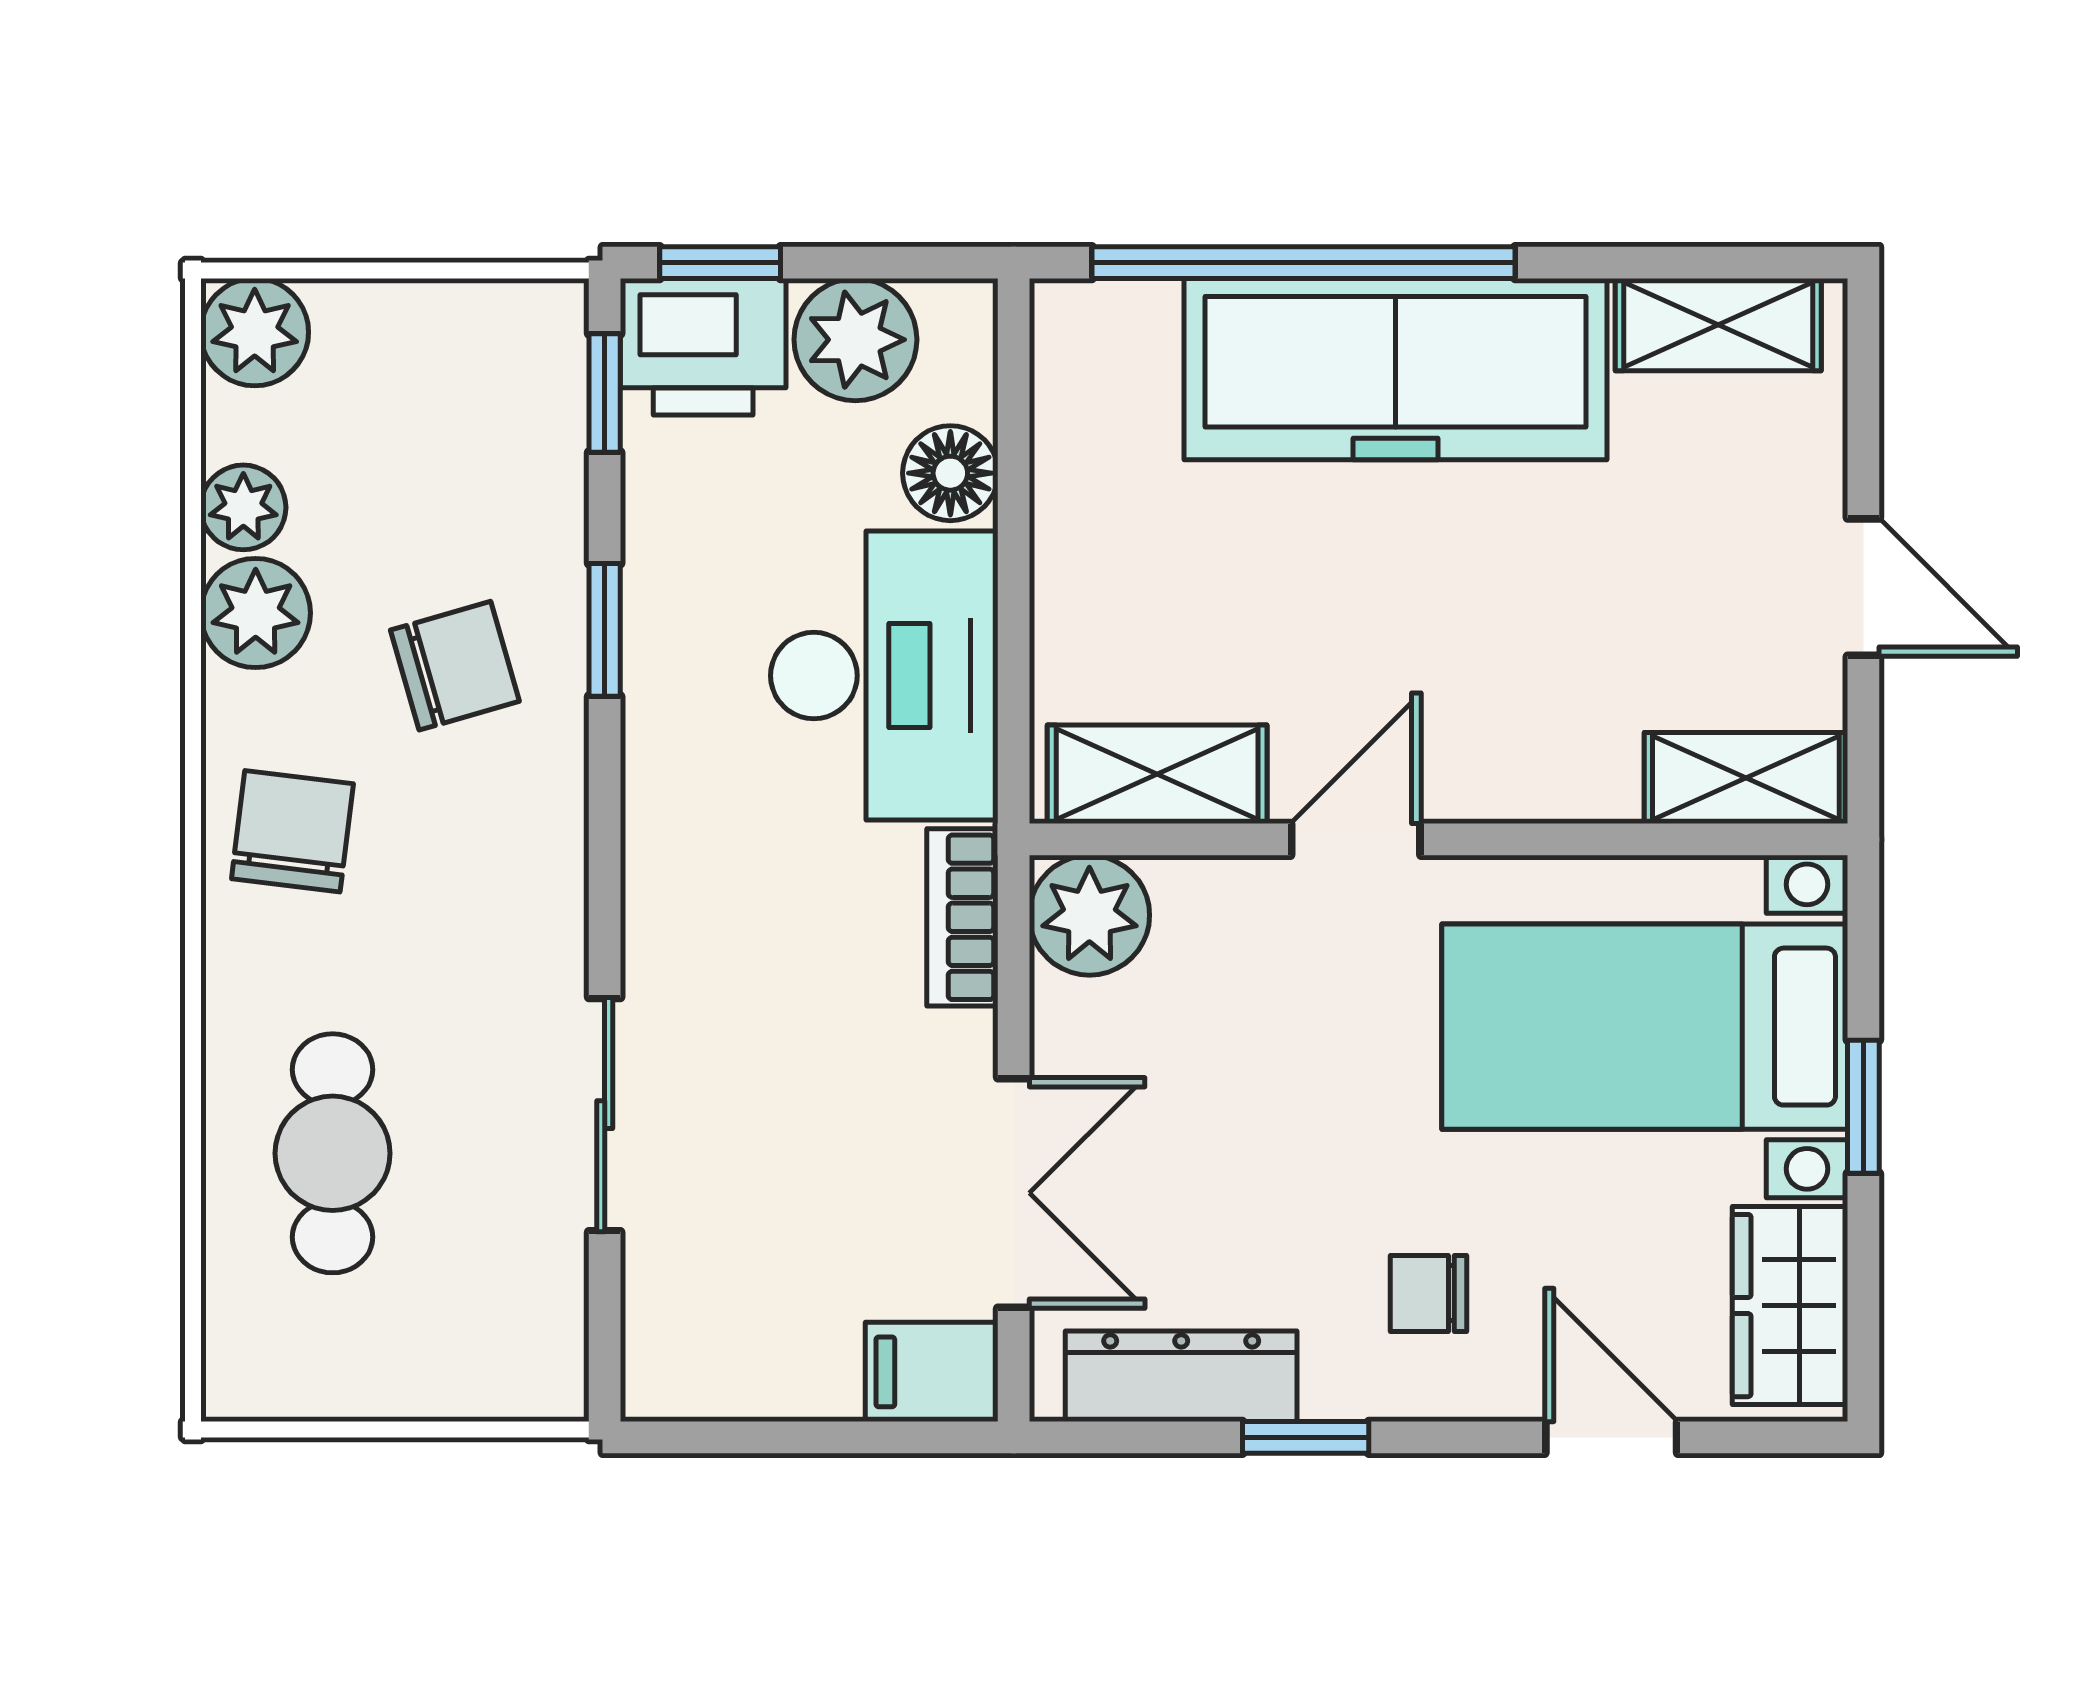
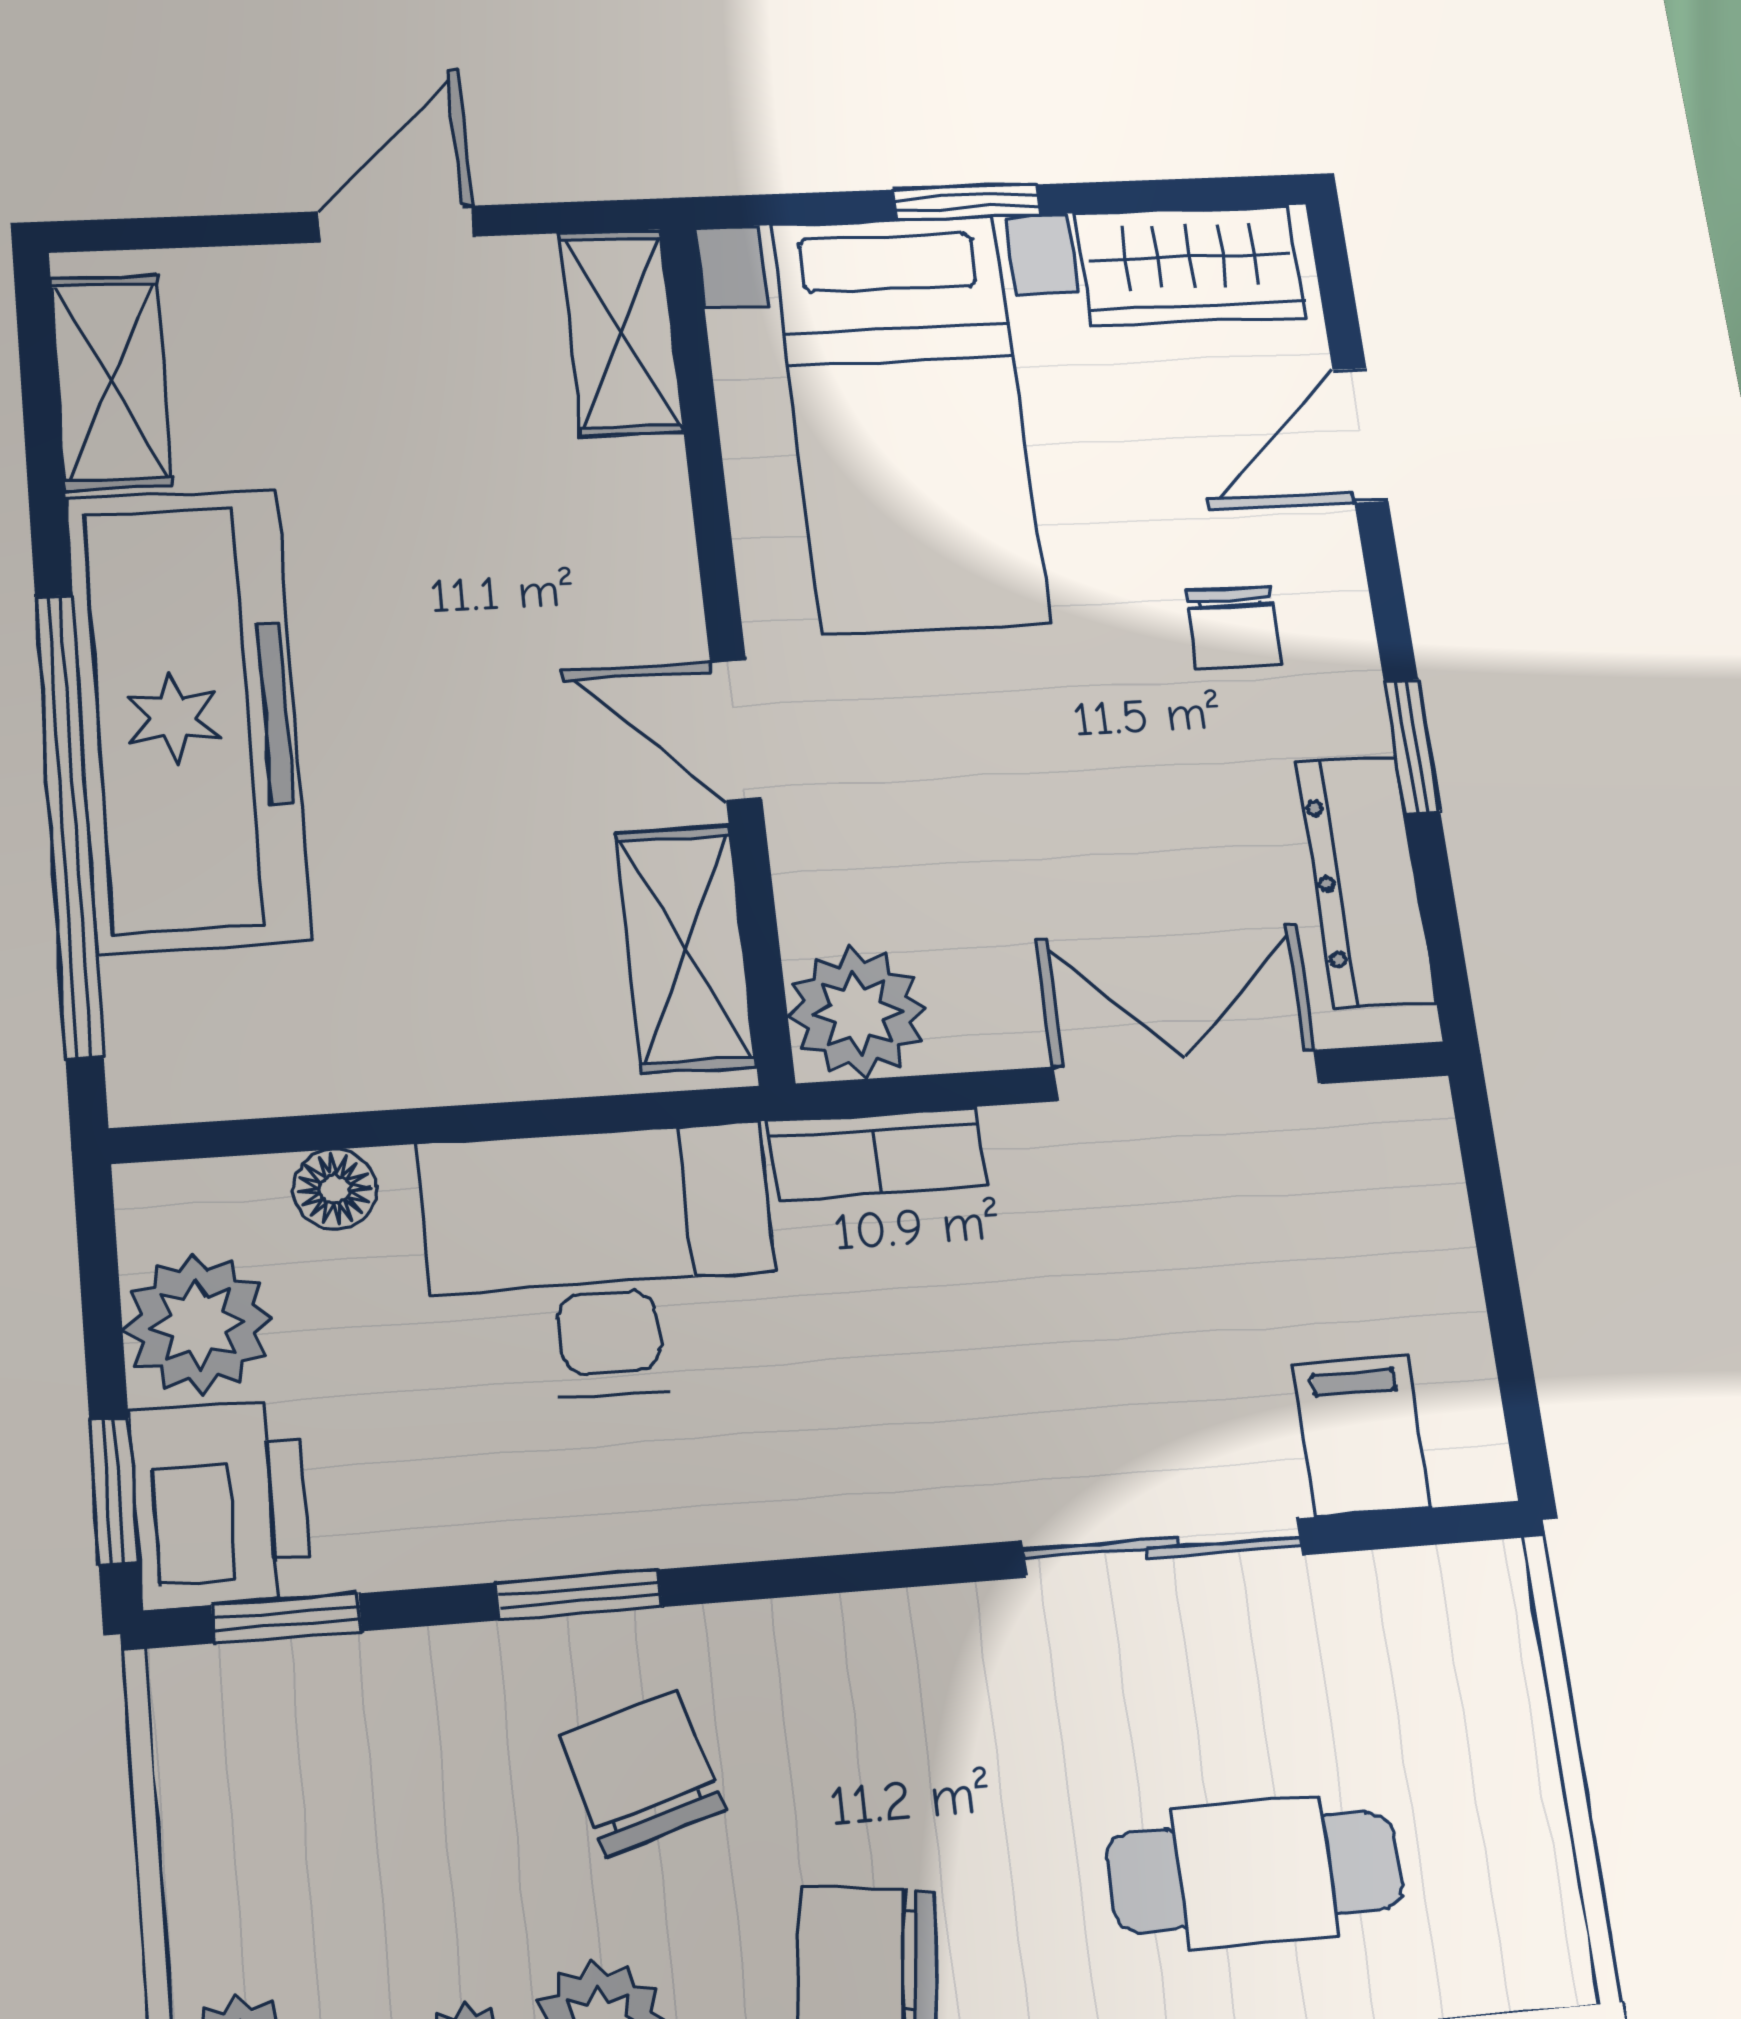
floor lamp: (950, 473) -> (335, 1189), width x0.73, depth x0.73
filing cabinet: (932, 1372) -> (1362, 1436), moved, turned 180

